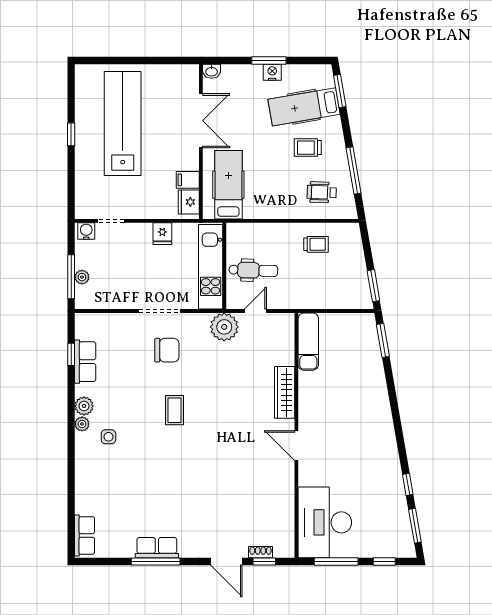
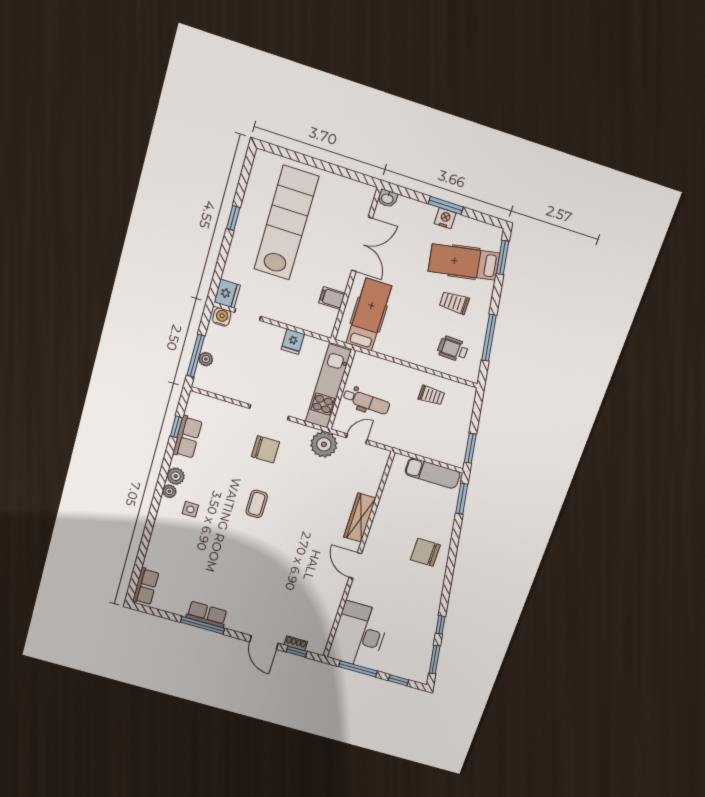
fridge: (189, 202) -> (227, 294), moved, turned 180
exam couch: (308, 342) -> (433, 473), moved, turned 90
chair: (365, 409) -> (425, 552), added

